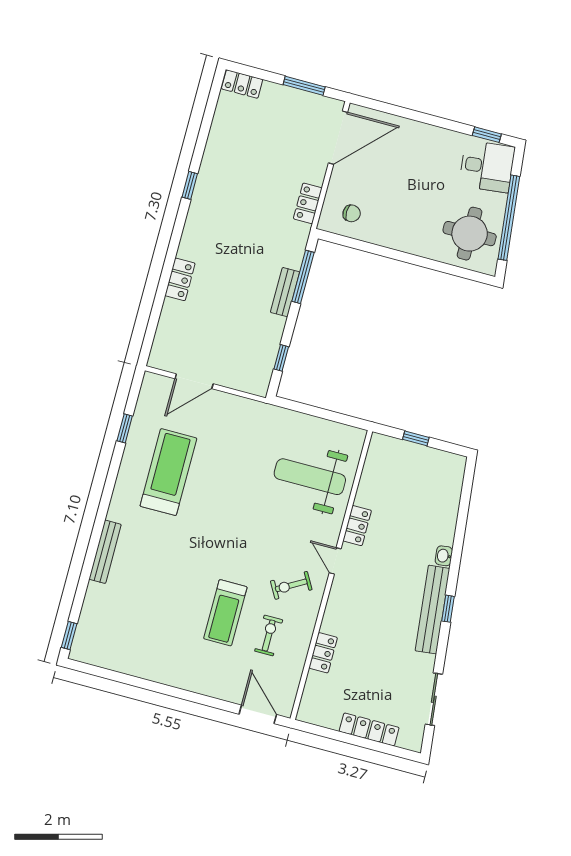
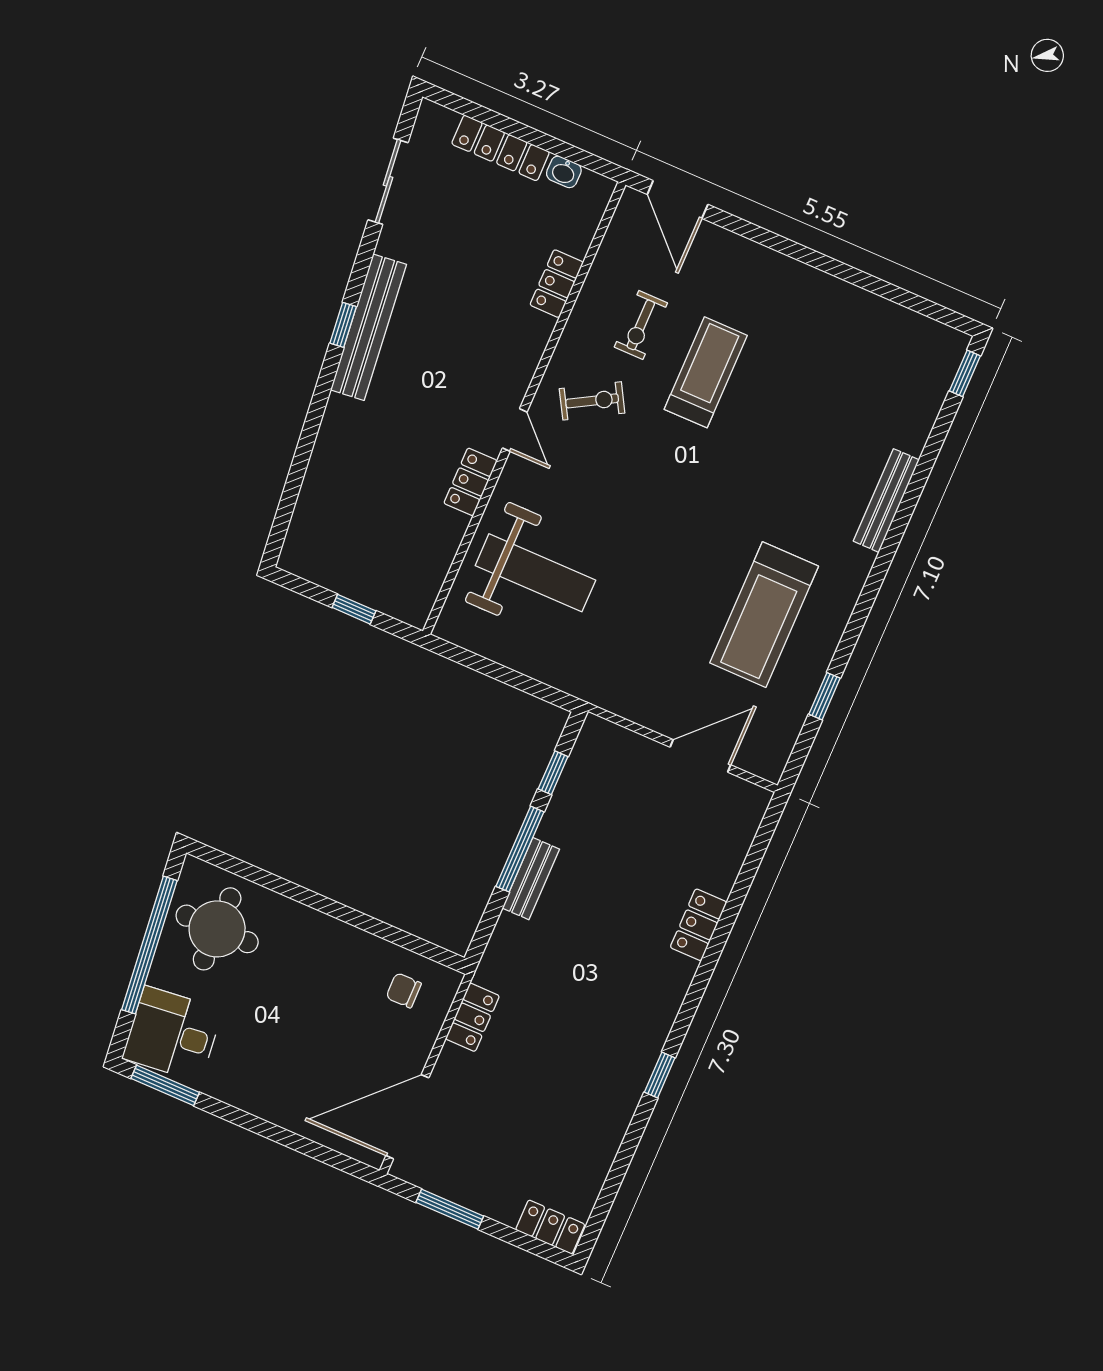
window: (487, 135) -> (165, 1085), width x1.50
window: (303, 277) -> (520, 849), moved
washbasin: (444, 556) -> (564, 172), moved, turned 96

